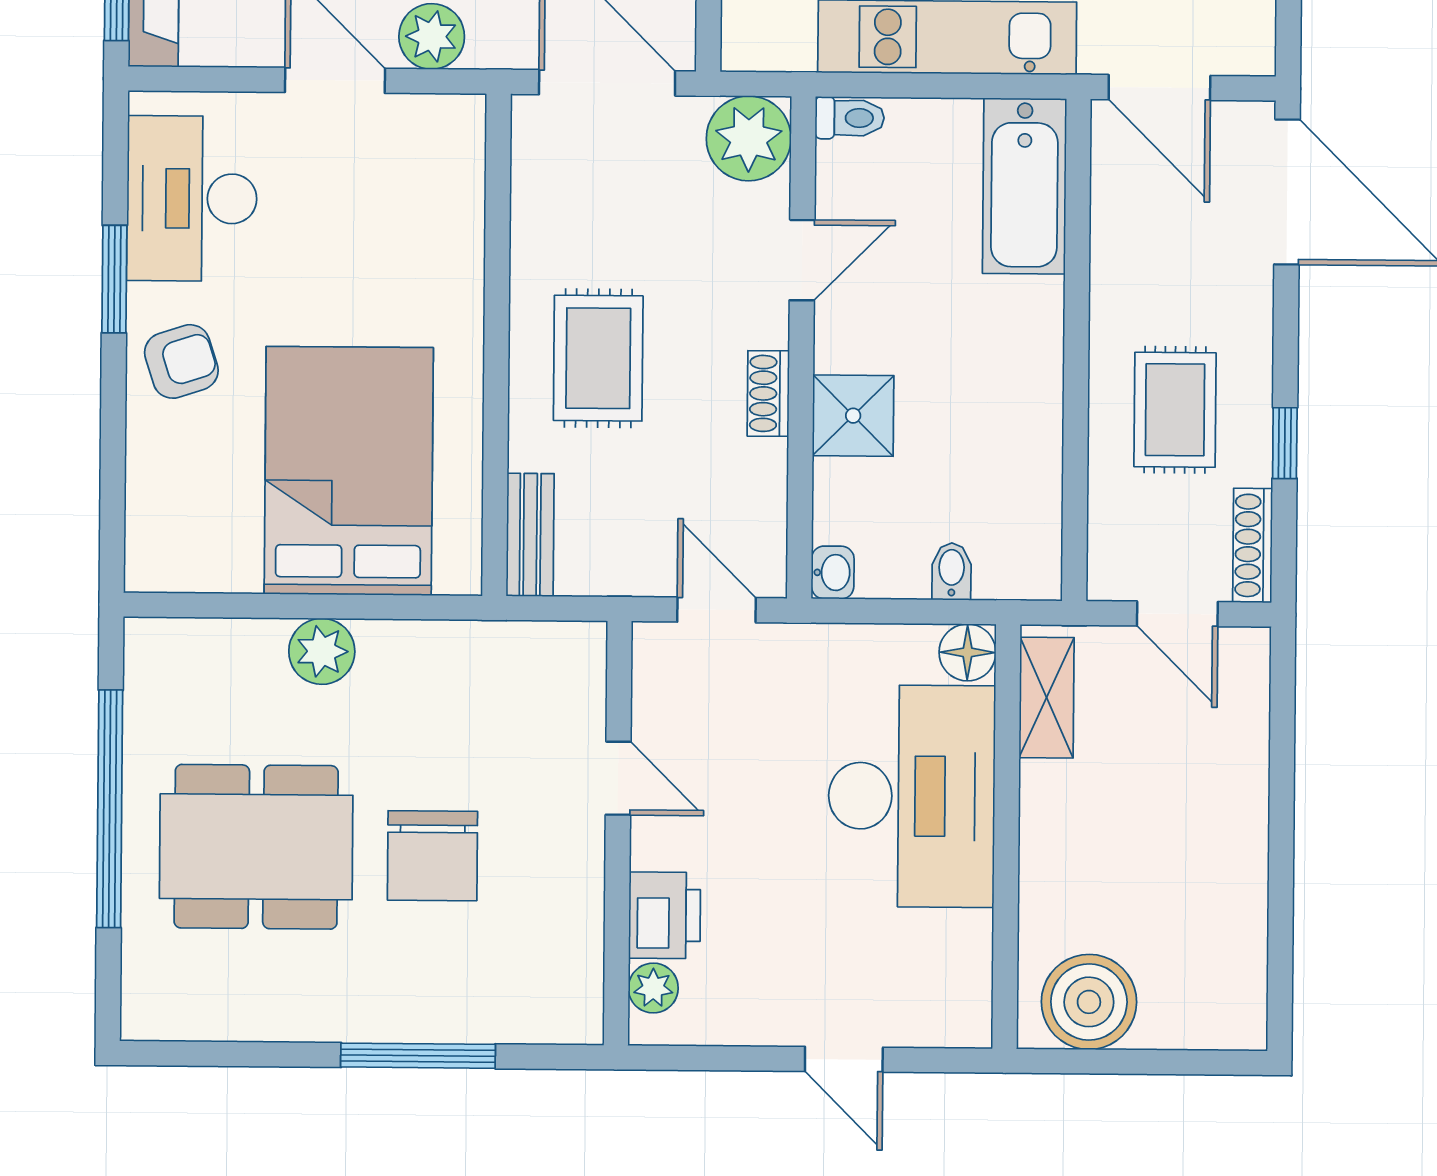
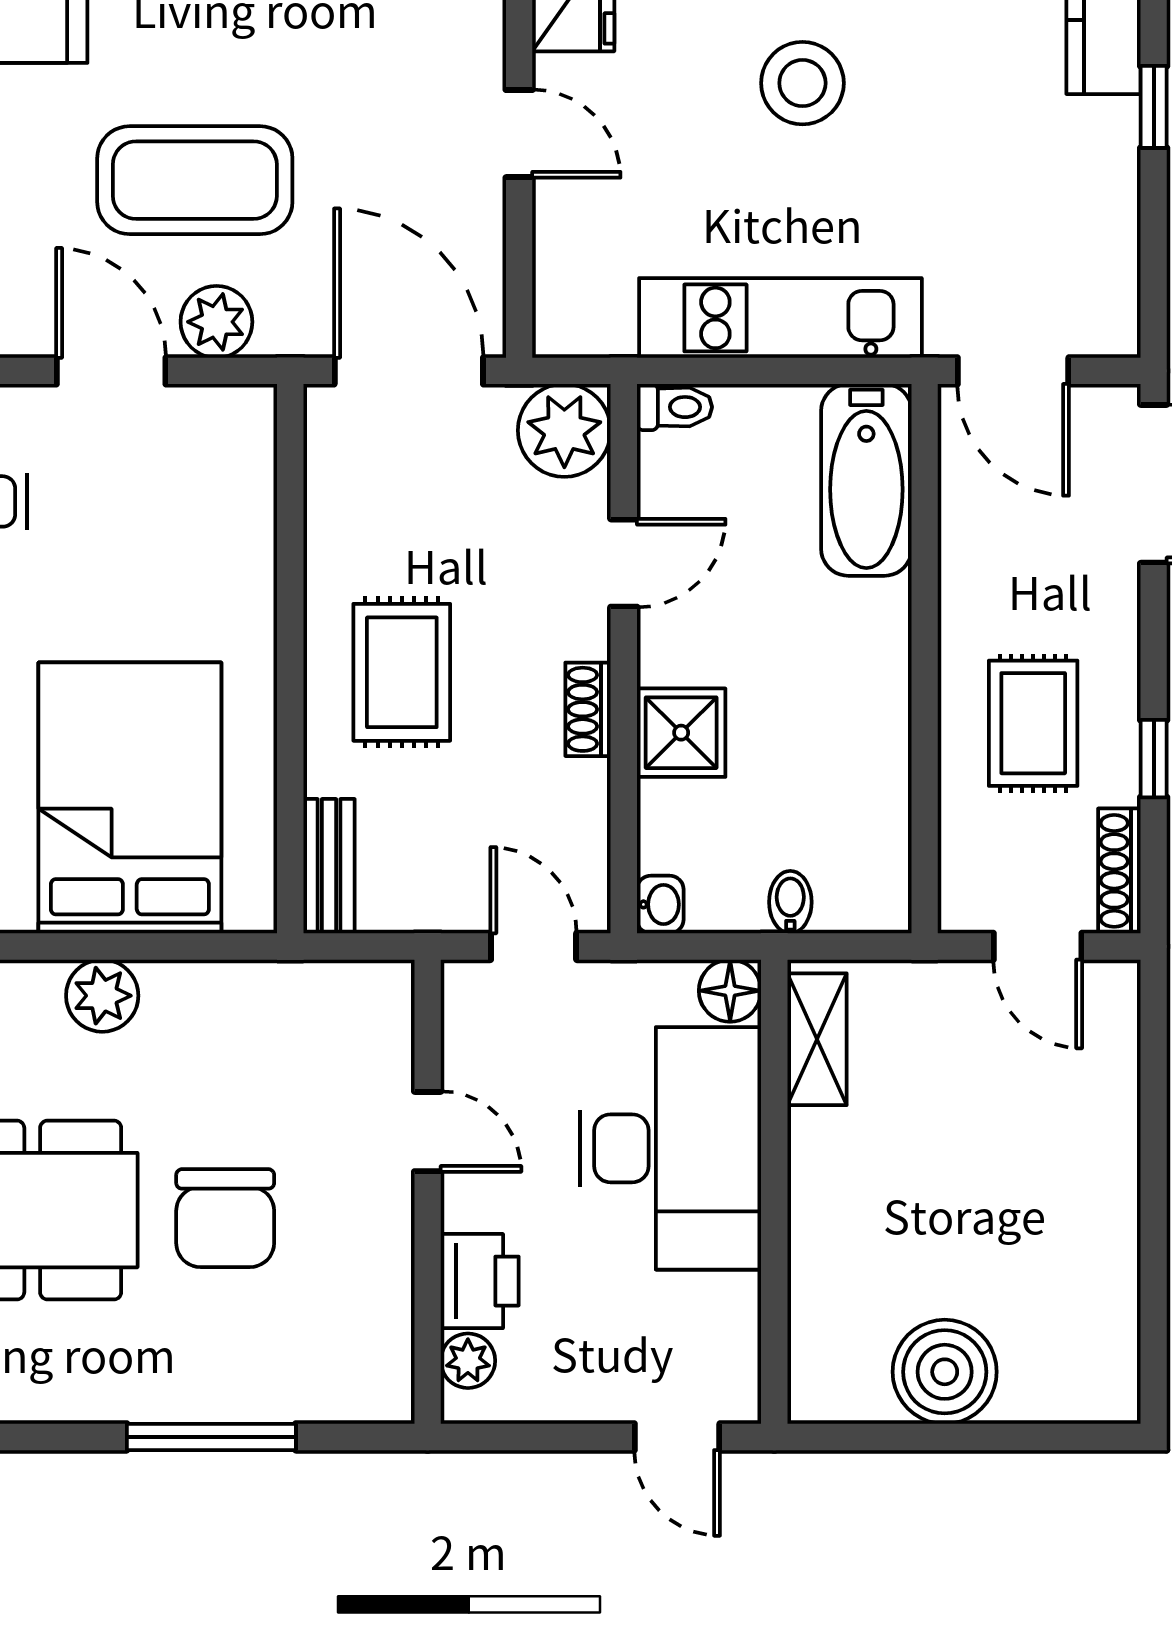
floor lamp: (967, 652) -> (730, 991), moved
shelving: (1047, 698) -> (817, 1039), moved
desk: (912, 796) -> (670, 1148), moved
wall: (1006, 837) -> (774, 1192), moved

